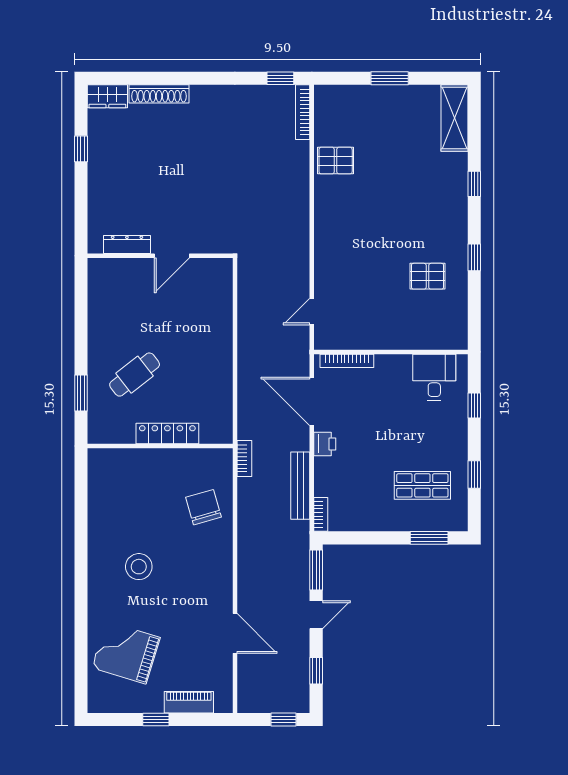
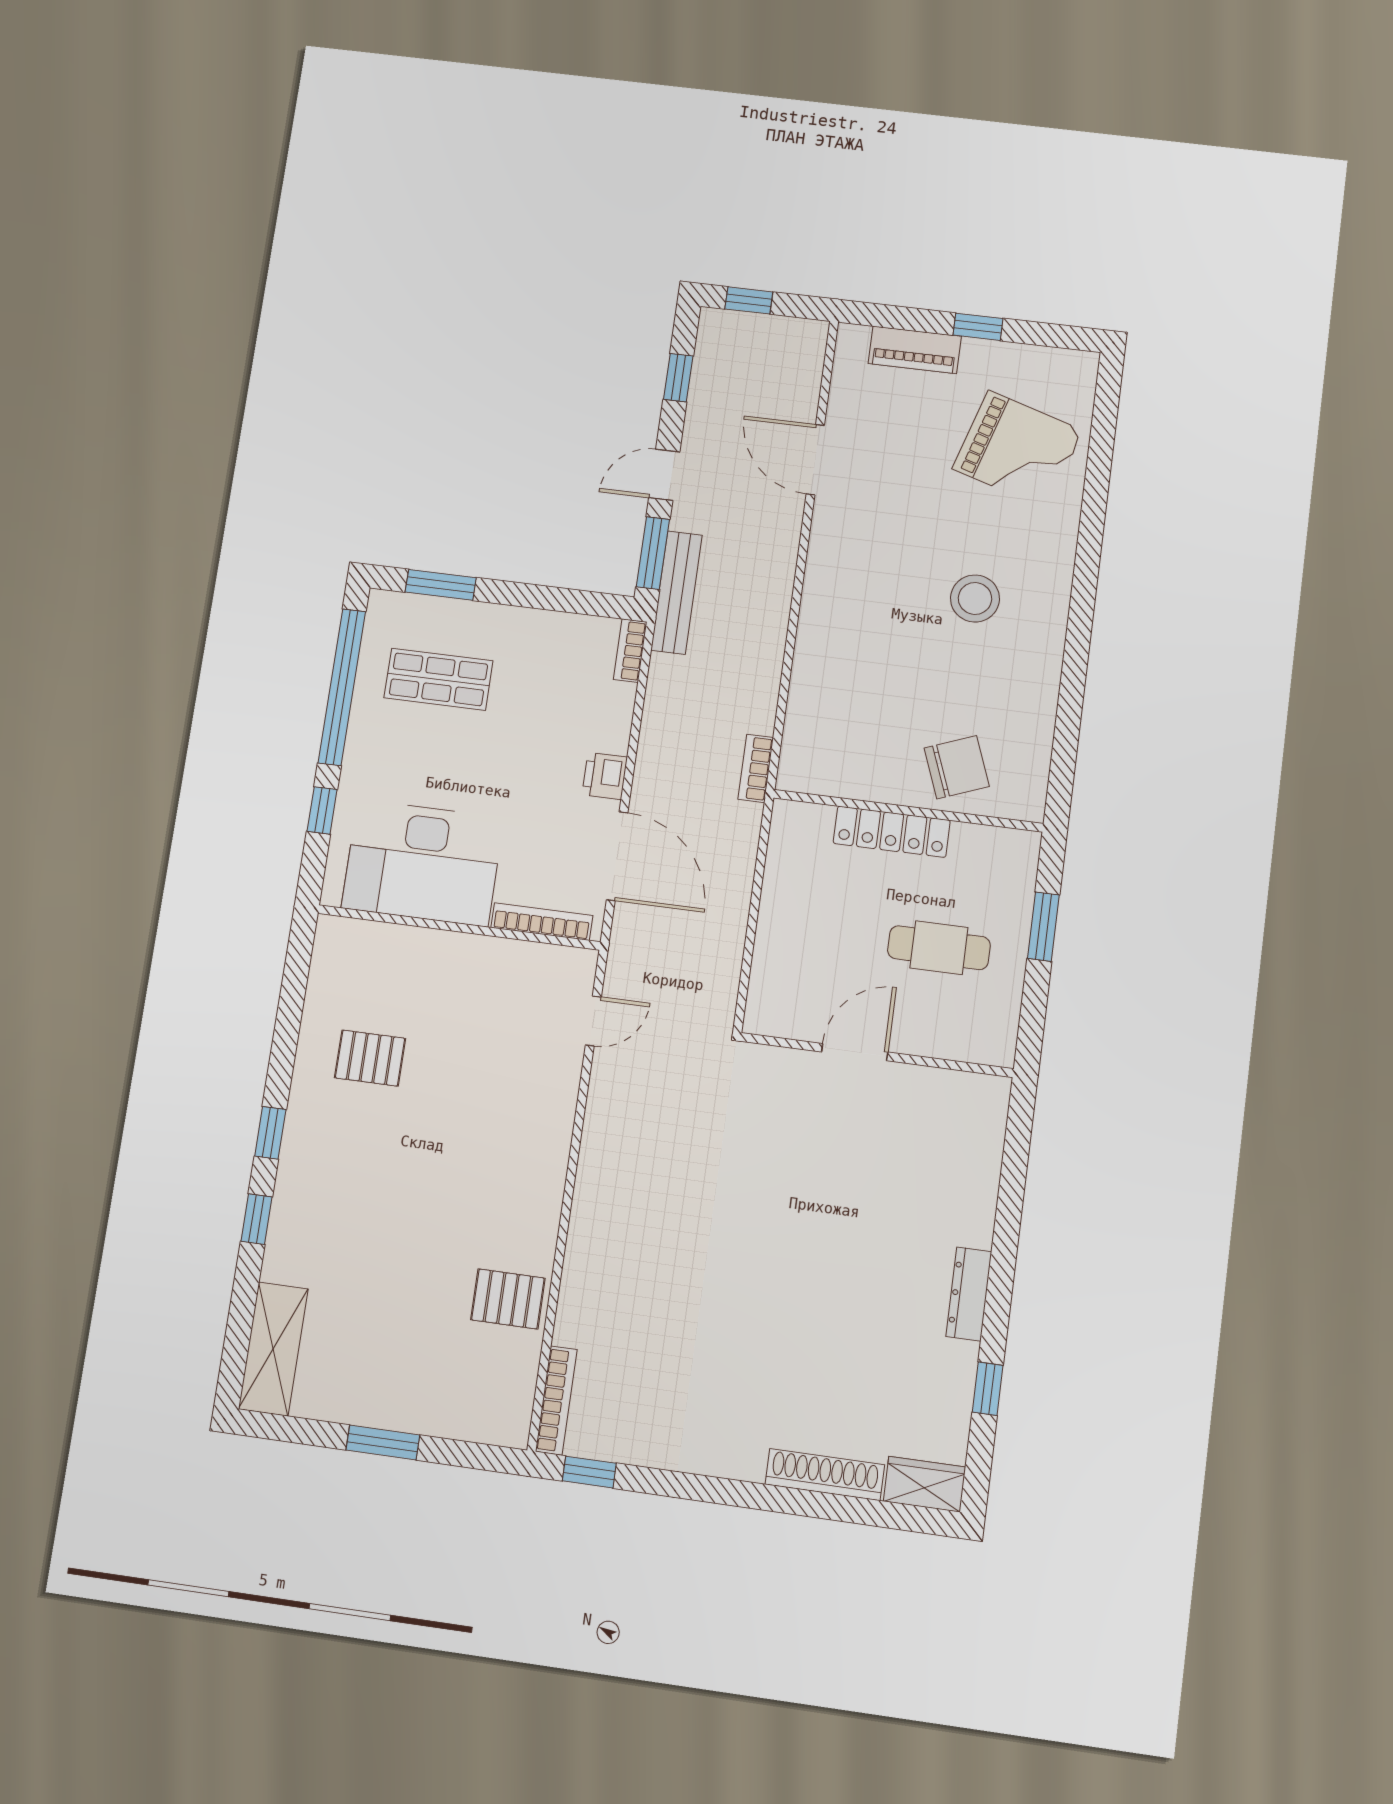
dresser: (127, 244) -> (969, 1294), moved, turned 90
wall: (160, 256) -> (877, 1055), moved
door: (172, 256) -> (855, 1052), moved
window: (474, 257) -> (270, 1133), moved
cafe table: (135, 375) -> (939, 948), turned 38
desk: (434, 377) -> (423, 863), width x1.87, depth x1.30
window: (474, 474) -> (342, 687), width x3.17
bench: (300, 486) -> (676, 593), moved
chair: (203, 507) -> (957, 767), moved, turned -95

